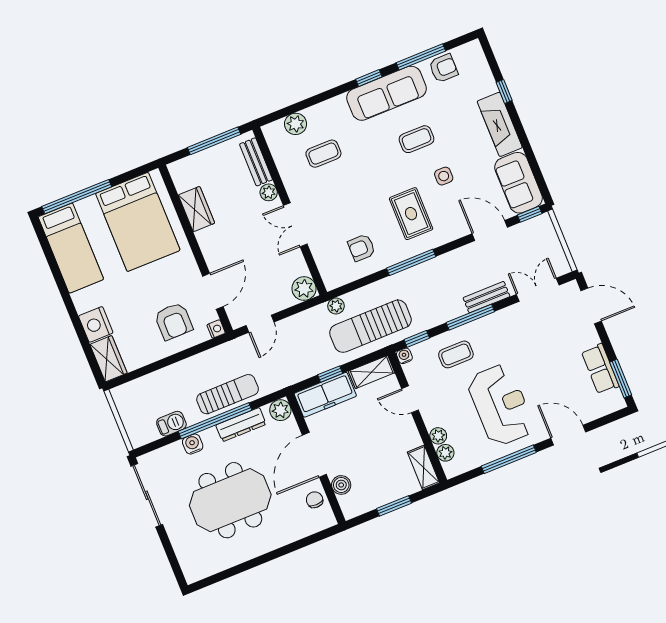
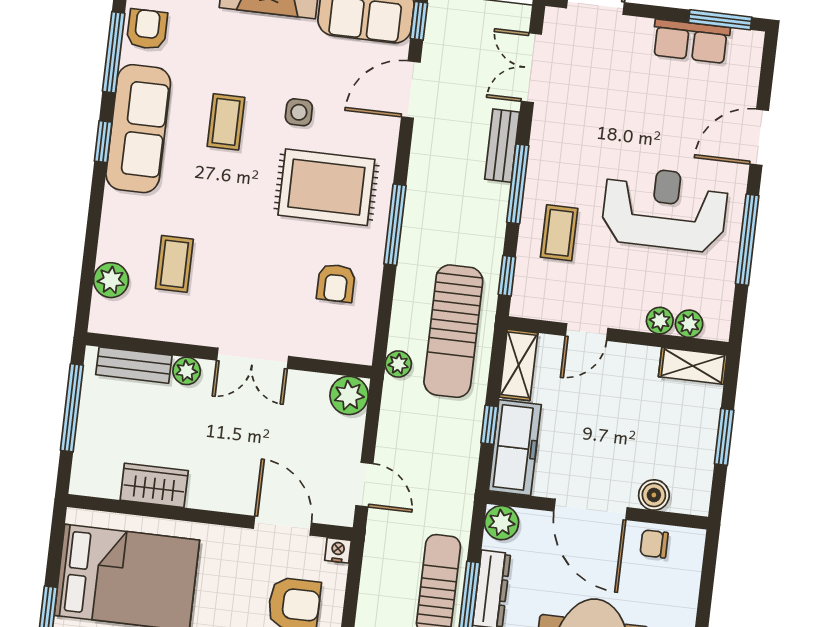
rug: (411, 214) -> (326, 187), width x1.36, depth x1.43
water cooler: (404, 356) -> (521, 306), removed

